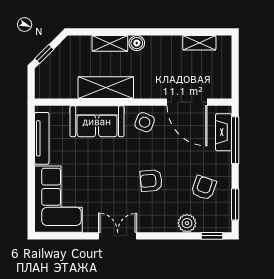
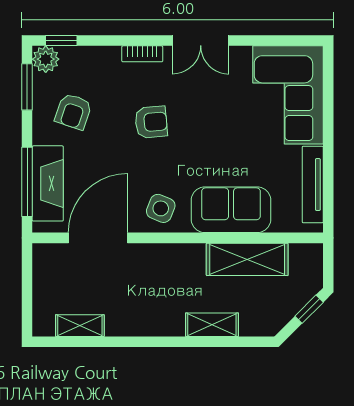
boiler: (137, 43) -> (172, 325), removed
shelving: (106, 88) -> (247, 259), moved
door: (187, 102) -> (98, 238), hinge flipped
fireplace: (224, 132) -> (48, 183), width x1.37, depth x1.32
plant: (187, 223) -> (46, 59), moved
bookcase: (157, 227) -> (142, 54), added

